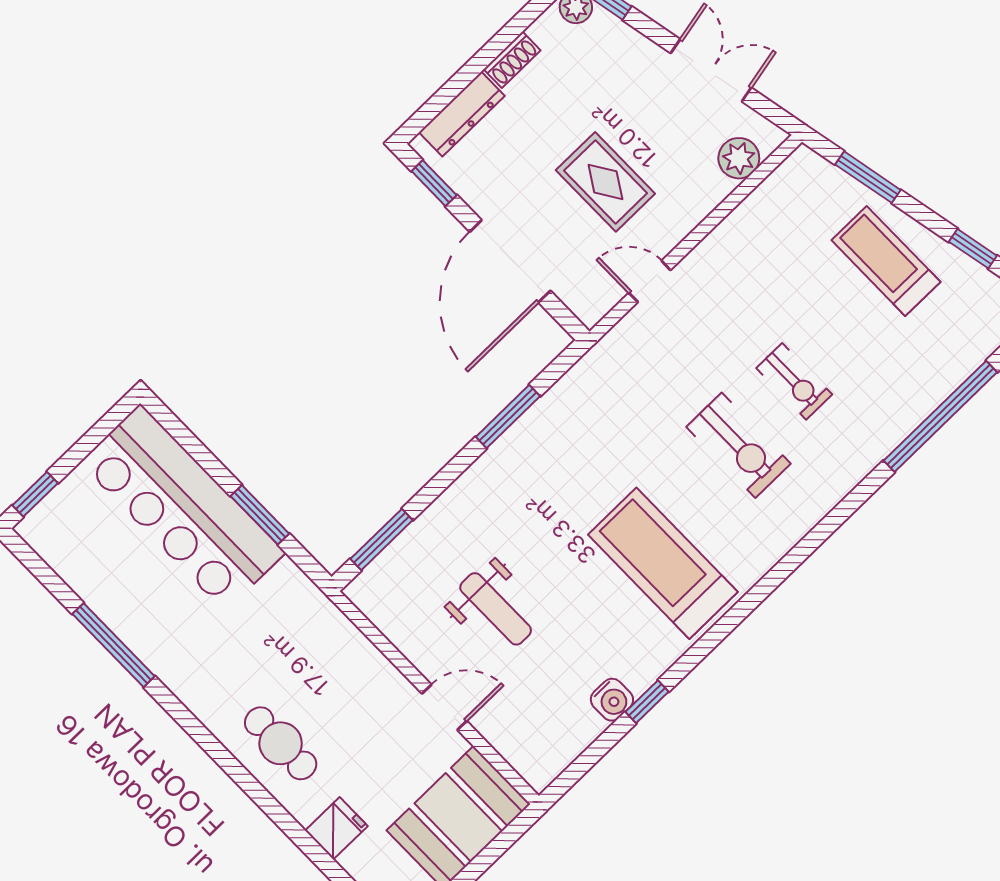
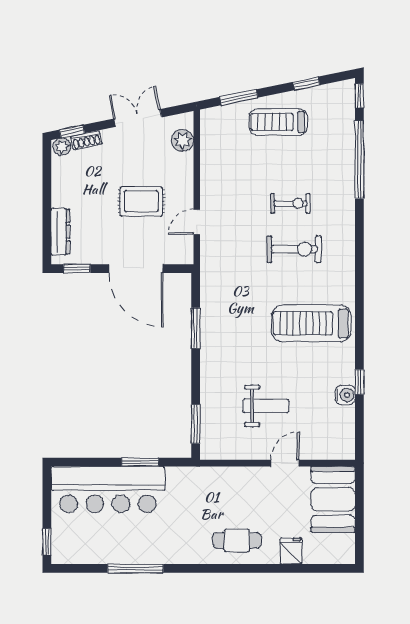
shoe rack: (512, 60) -> (86, 140), moved, turned 78

